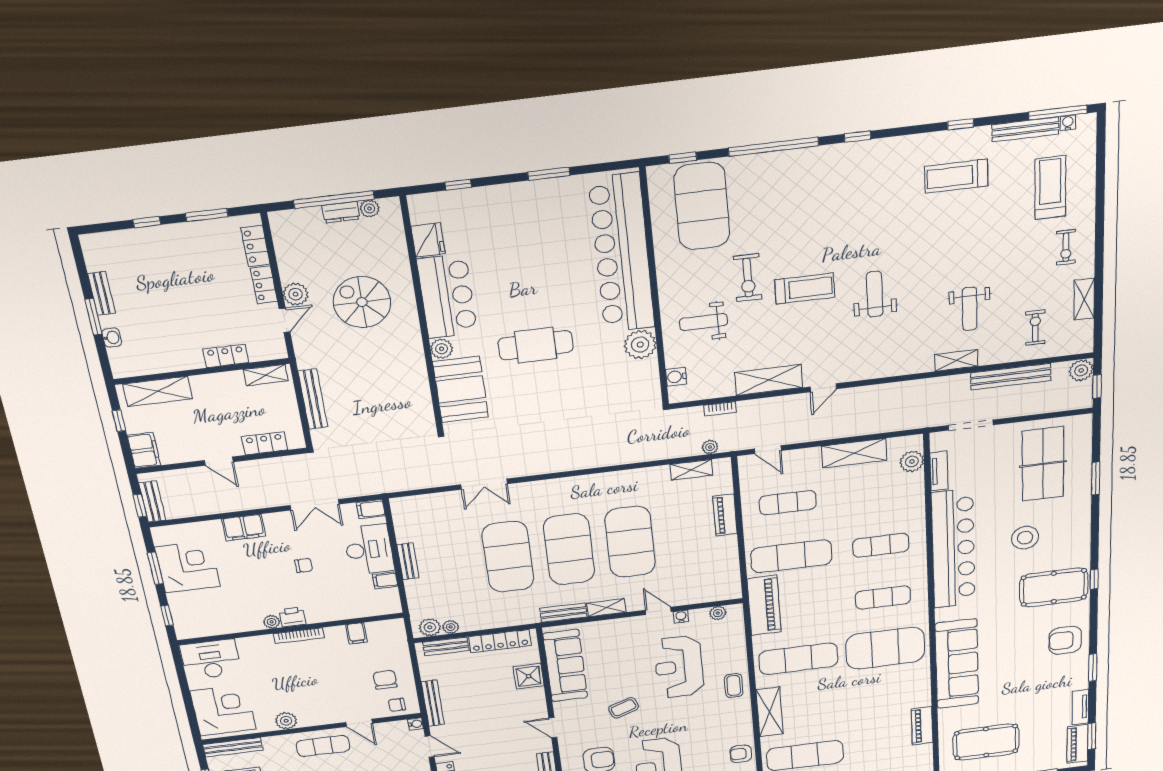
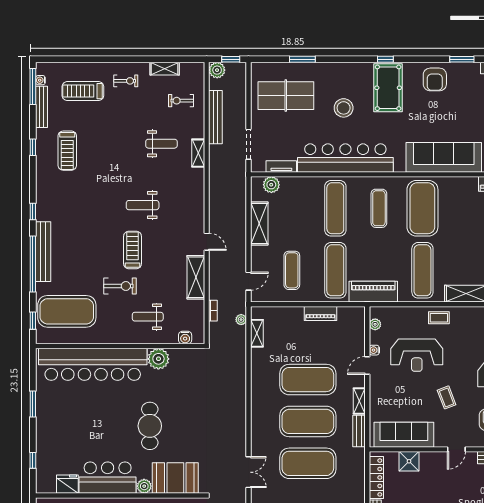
bench: (794, 160) -> (43, 252), added
weight bench: (703, 322) -> (148, 317), turned 90
piano: (725, 515) -> (320, 313), moved
exercise mat: (881, 545) -> (335, 208), width x1.36, depth x1.45

